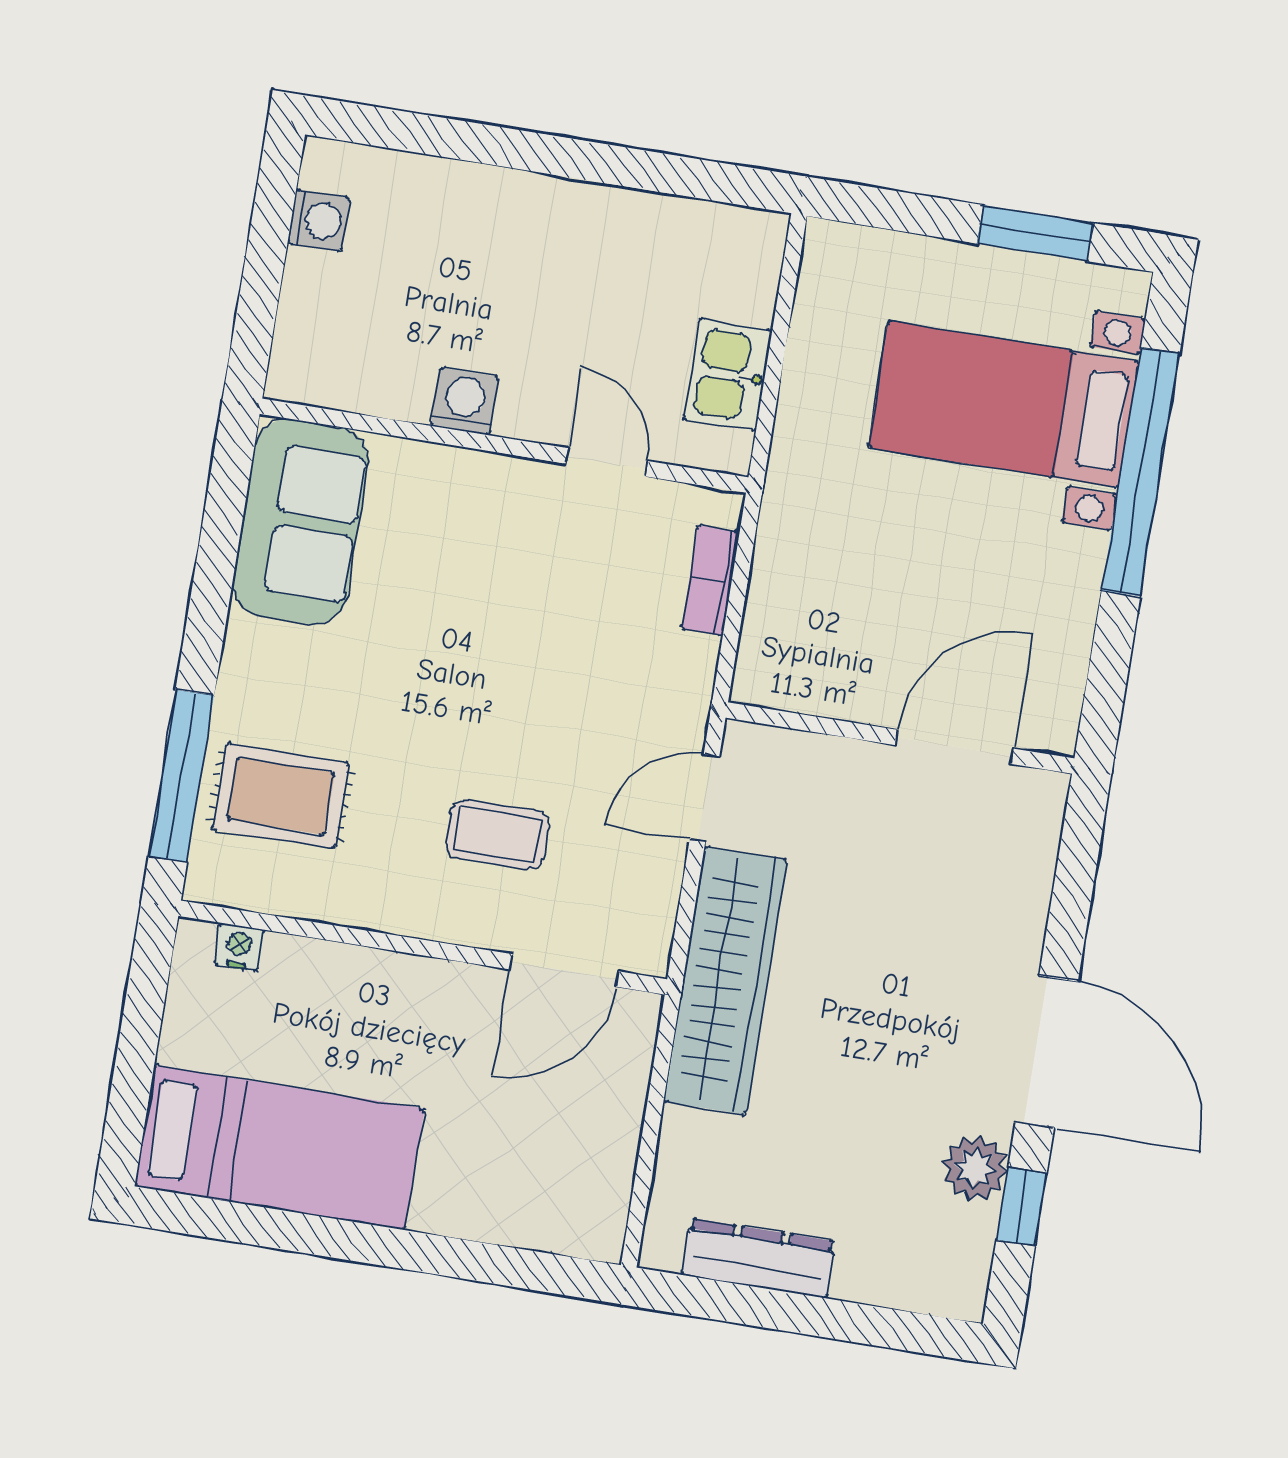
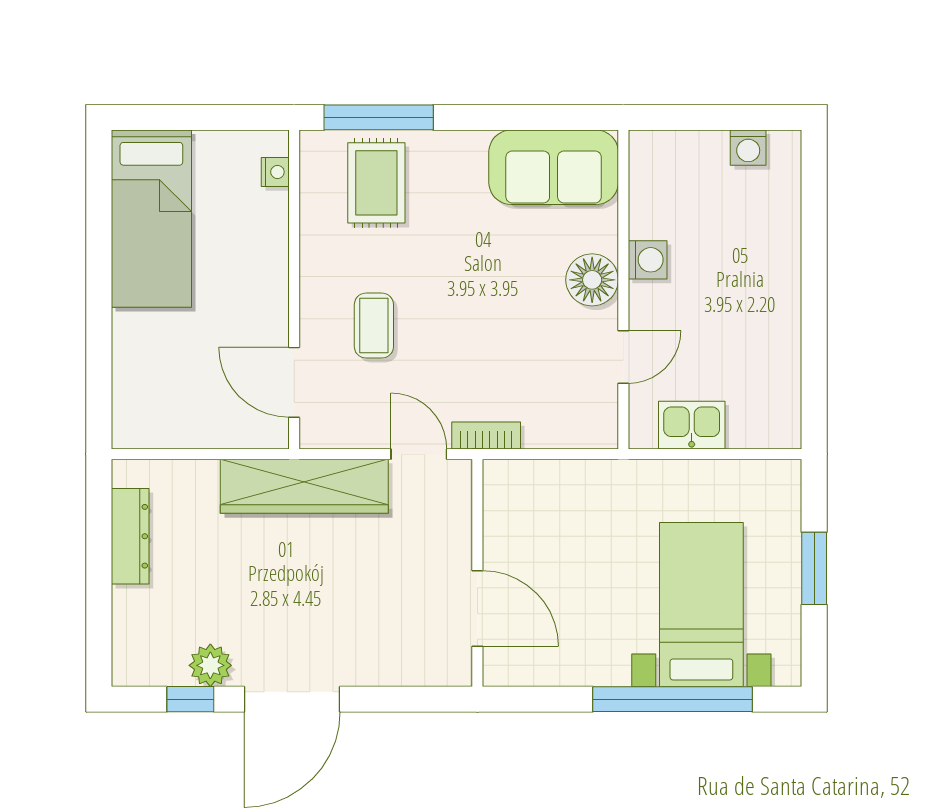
window: (1035, 233) -> (814, 568), moved
floor lamp: (482, 491) -> (592, 280), added
bookcase: (711, 580) -> (486, 435), moved

